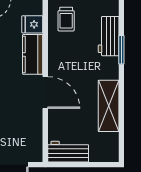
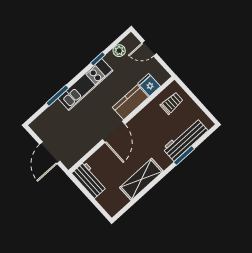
trolley: (66, 19) -> (172, 103), turned 180
workbench: (109, 36) -> (185, 140), width x1.37

